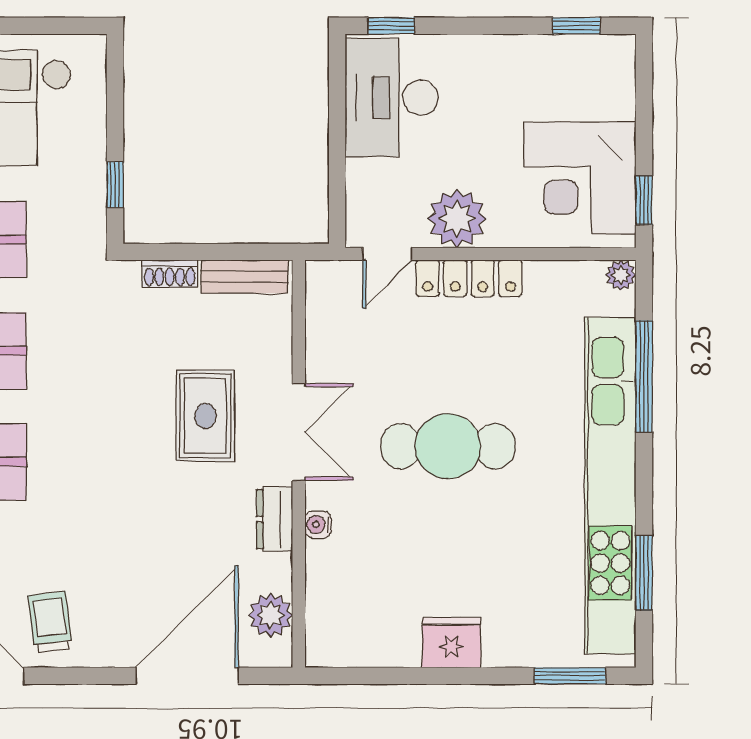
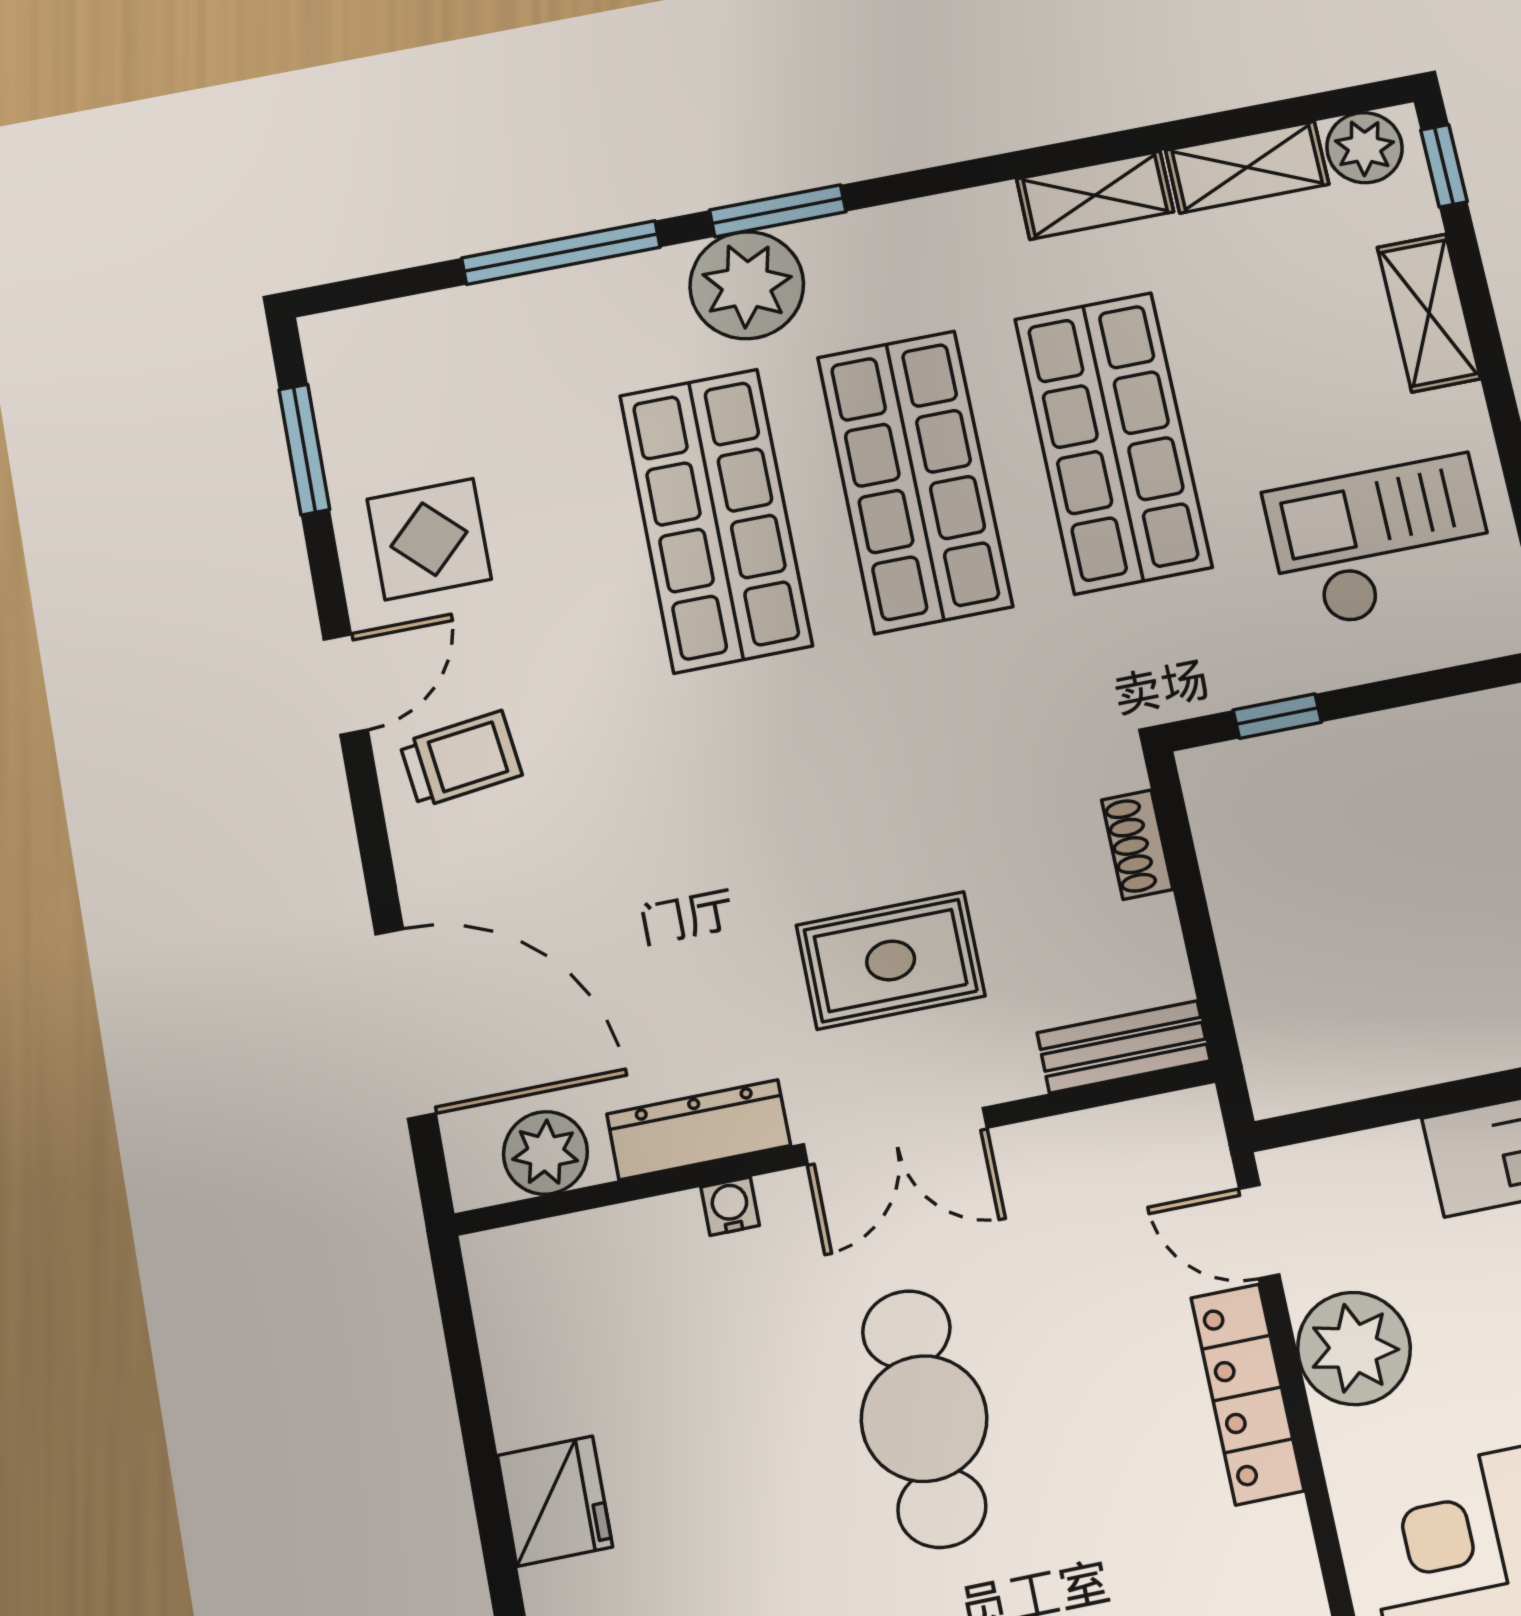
bench: (245, 277) -> (1124, 1047), moved, turned 90
dresser: (275, 519) -> (699, 1130), width x1.44

